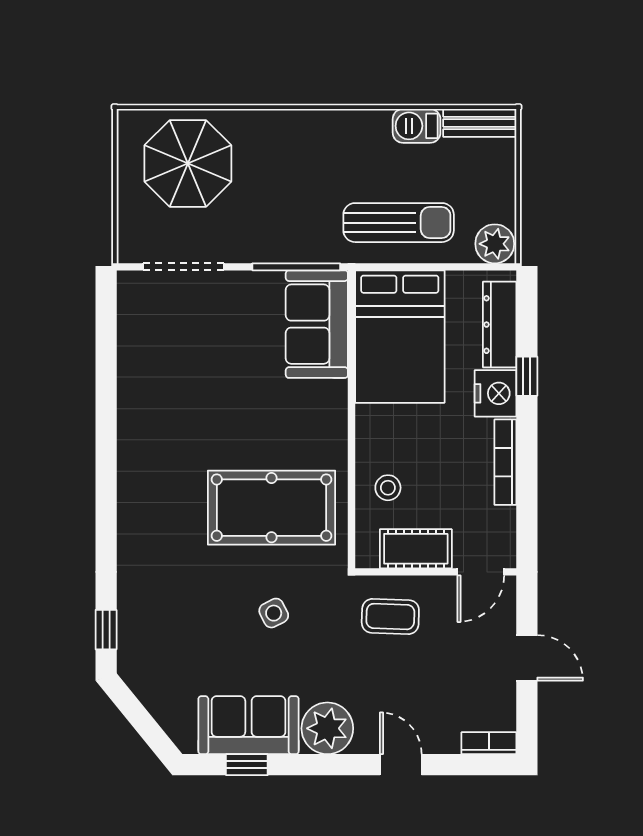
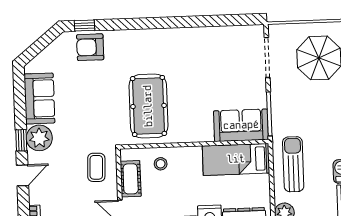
sun lounger: (399, 223) -> (293, 164), turned 180
bed: (400, 337) -> (236, 159), width x0.67
side table: (274, 613) -> (96, 109), removed
armchair: (150, 620) -> (90, 47), added
window: (247, 765) -> (21, 140), moved

